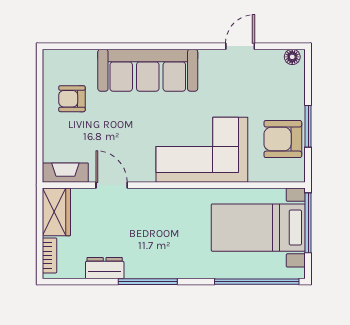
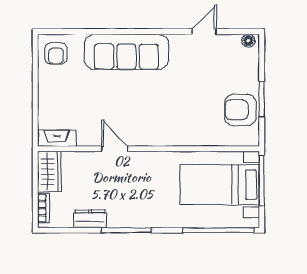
armchair: (72, 99) -> (56, 53), moved, turned -90
corner sofa: (202, 150) -> (172, 119), removed
door: (112, 185) -> (115, 149), moved

